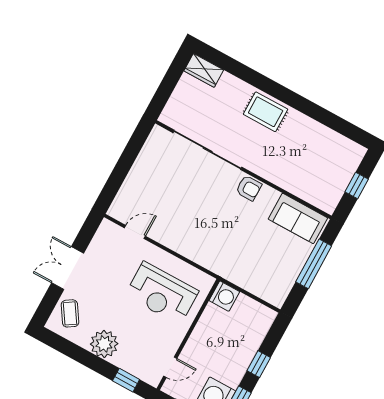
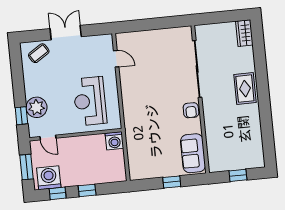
window: (314, 264) -> (172, 182), width x0.46
plant: (104, 344) -> (36, 107), moved

